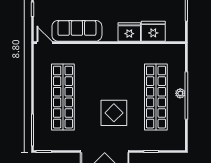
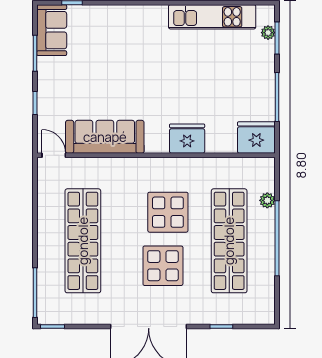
fridge: (153, 31) -> (256, 138), moved
display table: (117, 79) -> (168, 212), added
plant: (180, 93) -> (267, 200), moved

